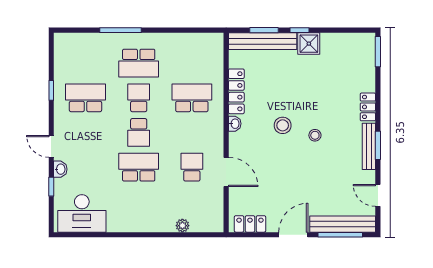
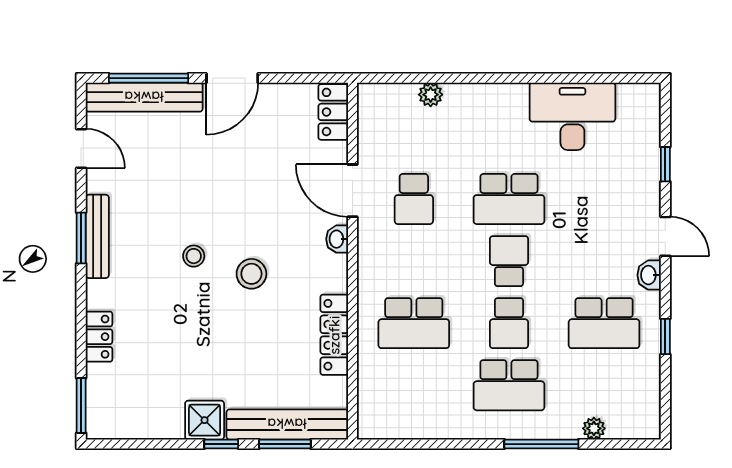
plant: (91, 39) -> (594, 428), added
school desk: (139, 63) -> (509, 385), turned 180
locker: (368, 107) -> (99, 337), moved
washbasin: (235, 124) -> (337, 239), moved
washbasin: (60, 169) -> (649, 275), moved
desk: (82, 213) -> (572, 116), moved
locker: (250, 224) -> (333, 112), moved, turned 90

